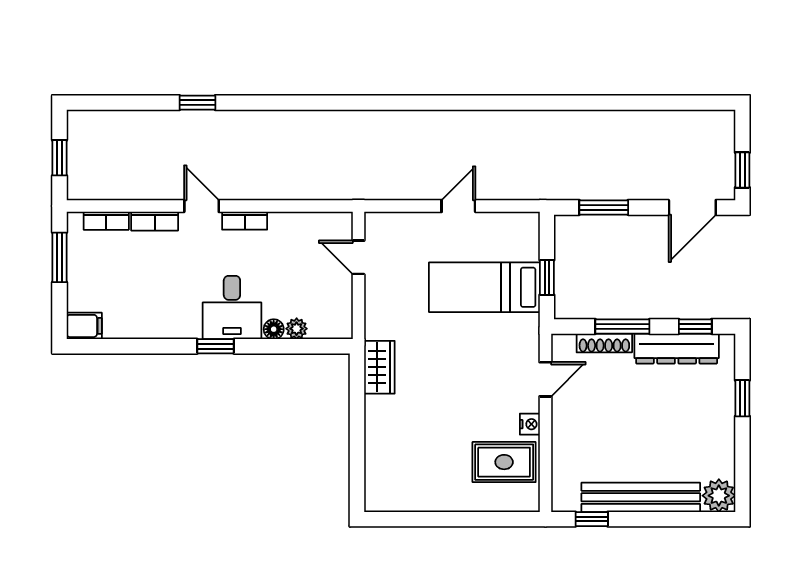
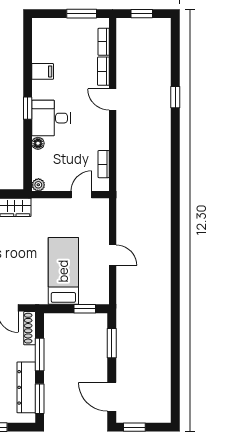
door: (202, 206) -> (113, 100), swing flipped
bookcase: (245, 221) -> (104, 164), moved
window: (547, 278) -> (85, 309), moved
filing cabinet: (84, 326) -> (43, 71), moved, turned -90
window: (695, 326) -> (40, 399), width x1.50
plant: (297, 329) -> (38, 185), moved
shoe rack: (604, 343) -> (30, 328), moved

